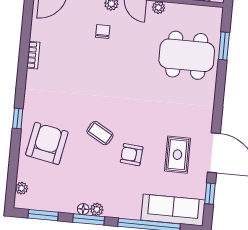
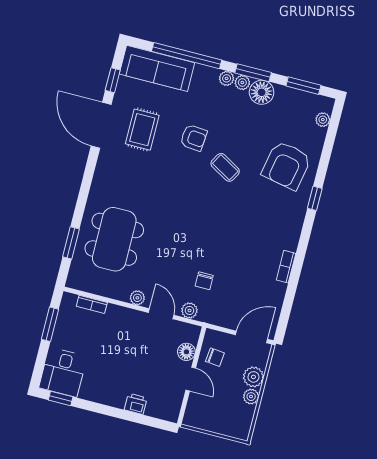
dining table: (187, 55) -> (114, 239), turned 90
floor lamp: (83, 209) -> (262, 92), width x1.89, depth x1.89
plant: (111, 211) -> (227, 78), added

